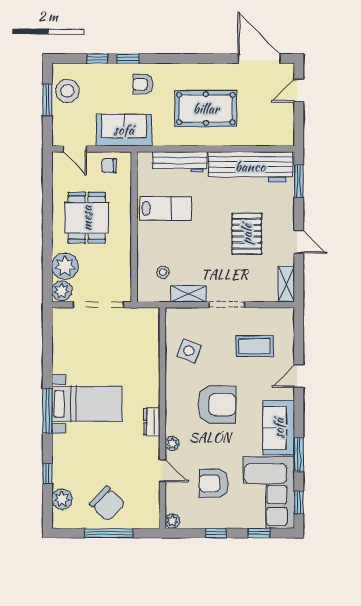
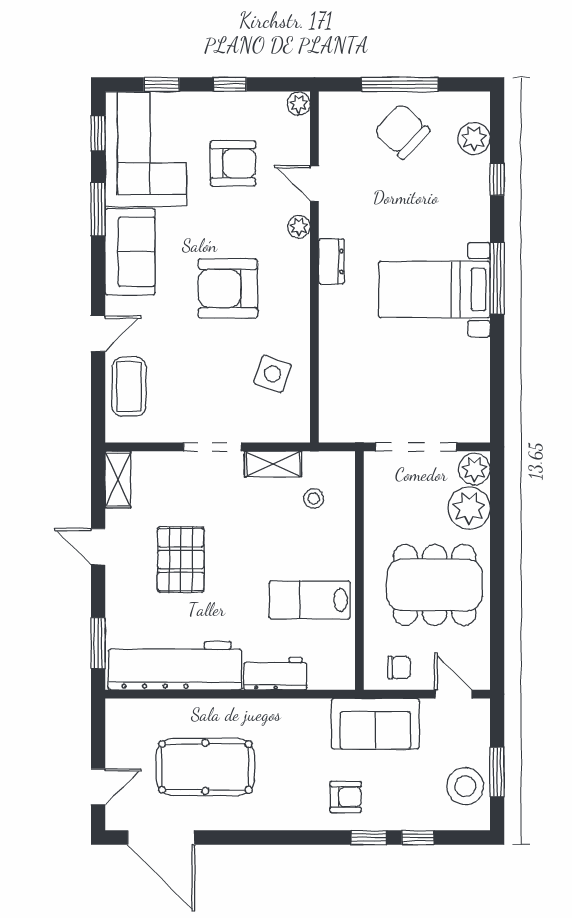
pool table: (206, 109) -> (205, 767), moved
workbench: (180, 162) -> (275, 674), width x0.73
dining table: (87, 218) -> (435, 585), width x1.38
coffee table: (254, 346) -> (129, 387), moved, turned 90

